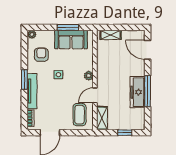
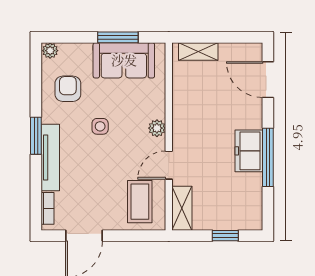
freezer: (137, 92) -> (249, 151), width x0.71

